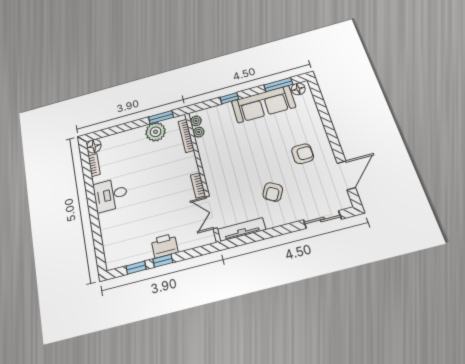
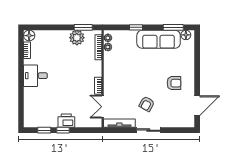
sliding door: (322, 219) -> (148, 130), moved

